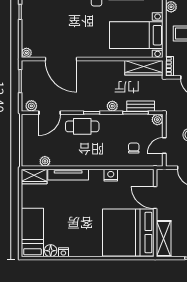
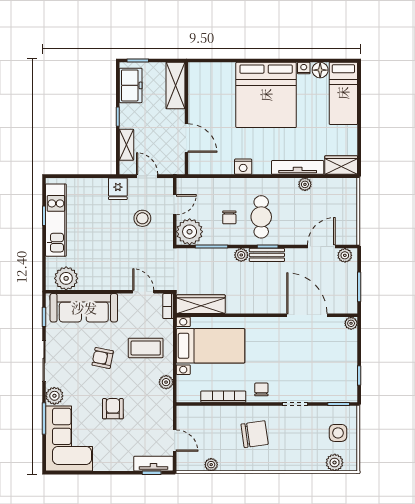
bench: (141, 106) -> (267, 255), moved
plant: (157, 120) -> (190, 232), width x1.88, depth x1.88
cafe table: (82, 126) -> (261, 217), moved, turned 90
chair: (134, 148) -> (229, 217), moved
plant: (45, 161) -> (305, 184), moved
bed: (128, 232) -> (266, 95), moved, turned 90

